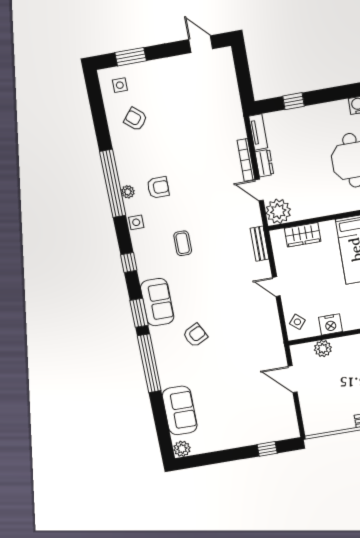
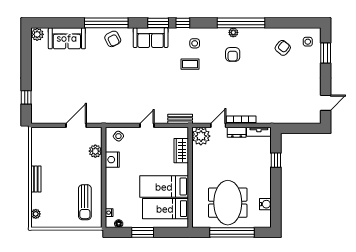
side table: (136, 222) -> (195, 43), moved
window: (139, 313) -> (158, 23), moved
armchair: (195, 335) -> (113, 39), moved

